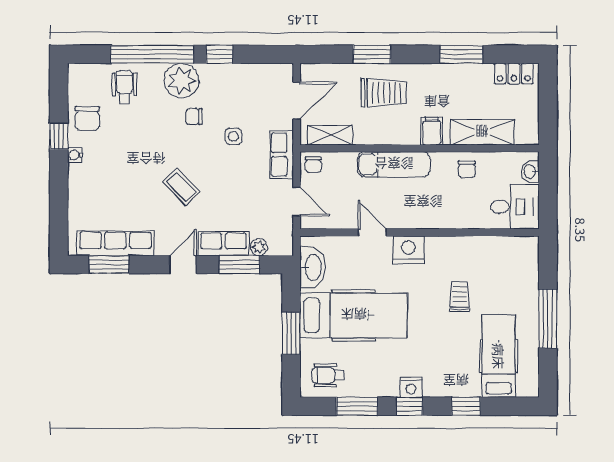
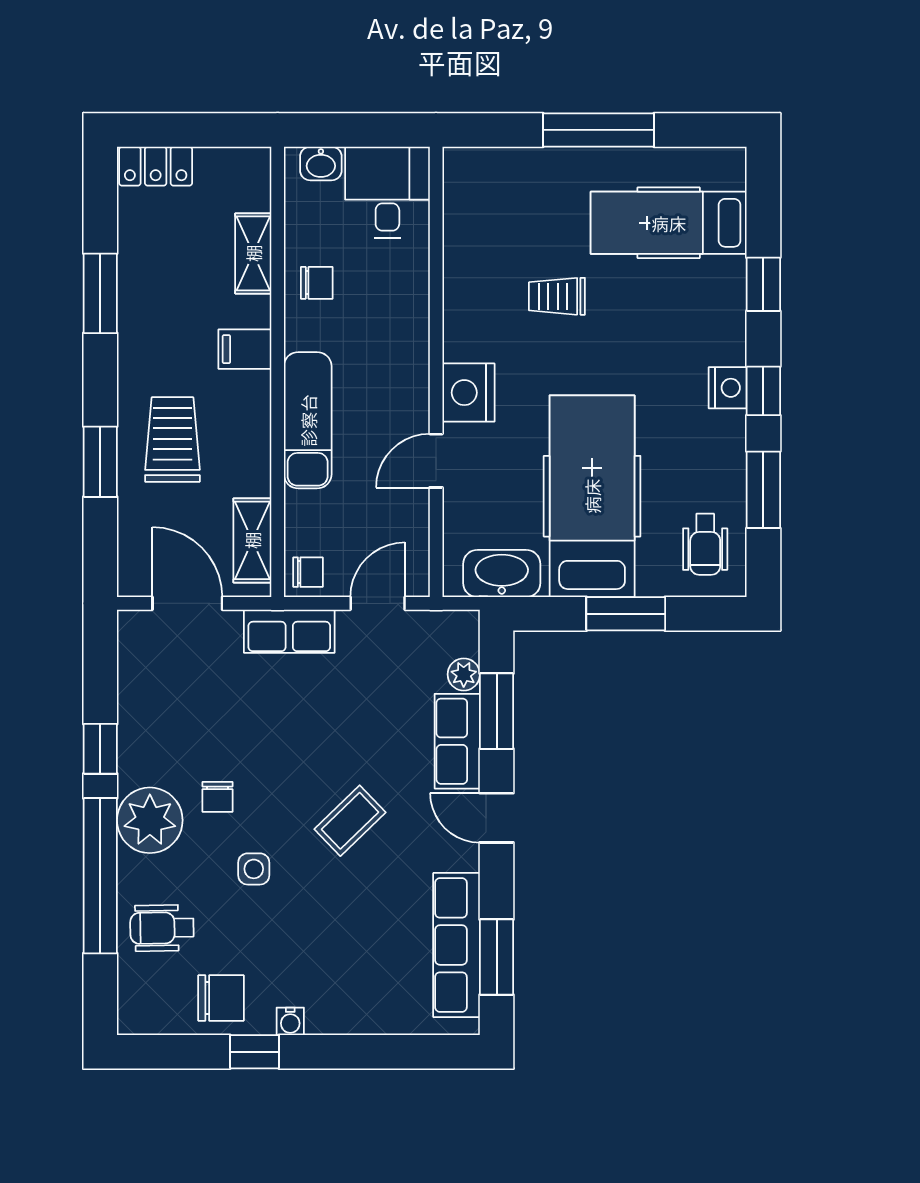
locker: (514, 74) -> (156, 166), moved, turned 90
shelving: (482, 132) -> (253, 253), width x0.67, depth x0.75
side table: (233, 136) -> (254, 869), moved

